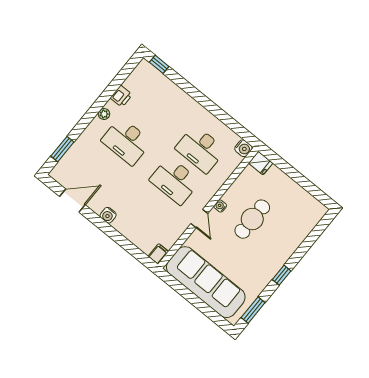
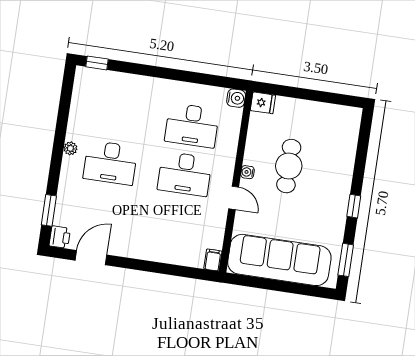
printer: (121, 96) -> (60, 237), moved
water cooler: (108, 215) -> (137, 251), removed

